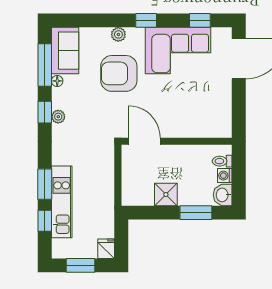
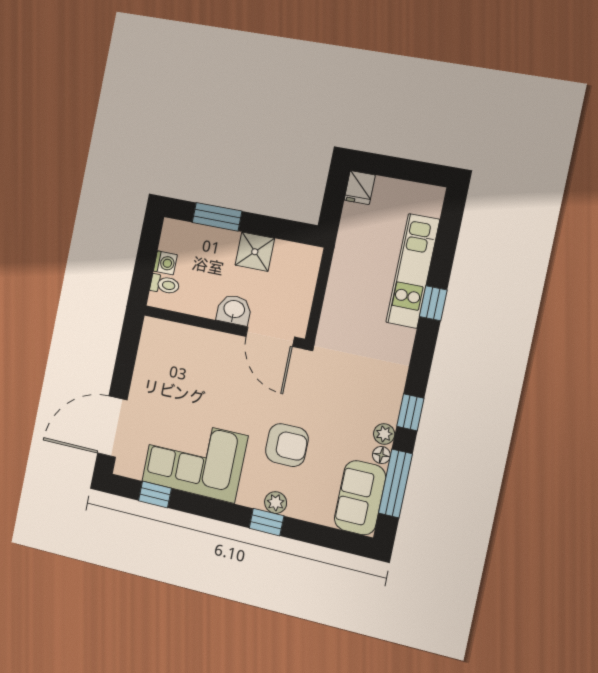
window: (146, 20) -> (267, 522), moved
armchair: (119, 73) -> (287, 445), width x0.73, depth x0.73
plant: (58, 117) -> (384, 434), moved
window: (45, 184) -> (433, 303), width x0.67
washbasin: (223, 195) -> (234, 310), moved, turned -90
window: (45, 221) -> (445, 247), removed
window: (81, 265) -> (404, 169), removed

